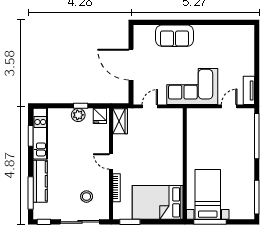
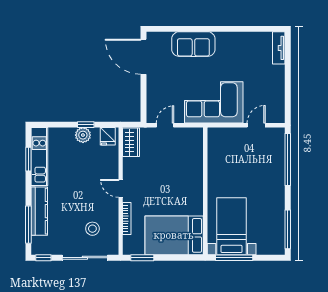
door: (131, 65) -> (143, 57), moved
tv unit: (249, 90) -> (279, 48), moved

